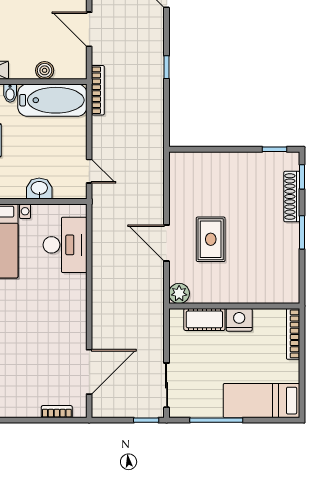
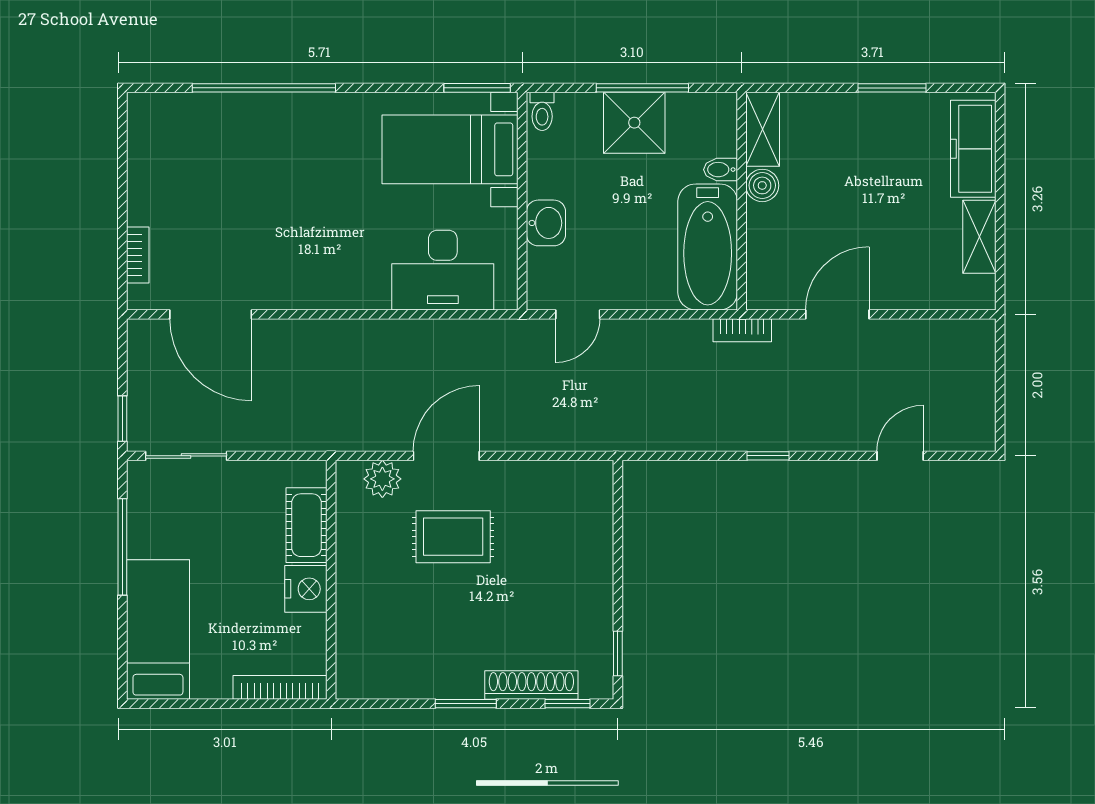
boiler: (45, 70) -> (762, 185), moved
bookcase: (98, 90) -> (742, 330), width x0.64
plant: (179, 293) -> (382, 479), moved

